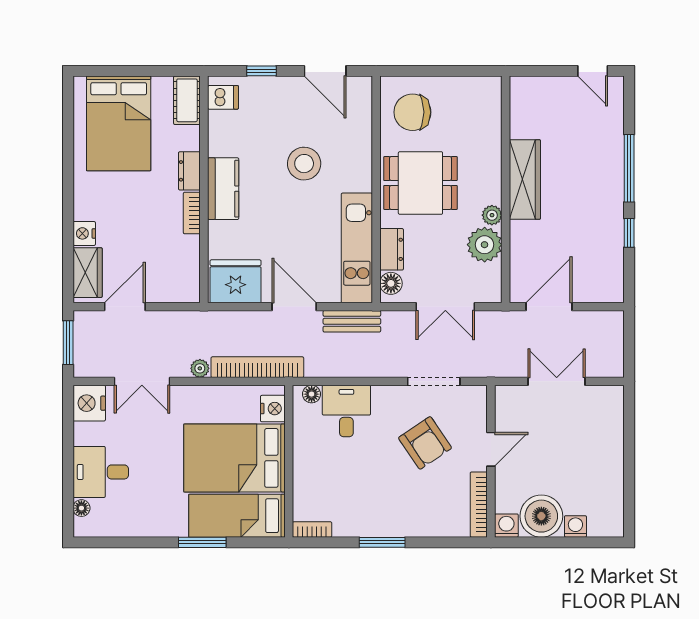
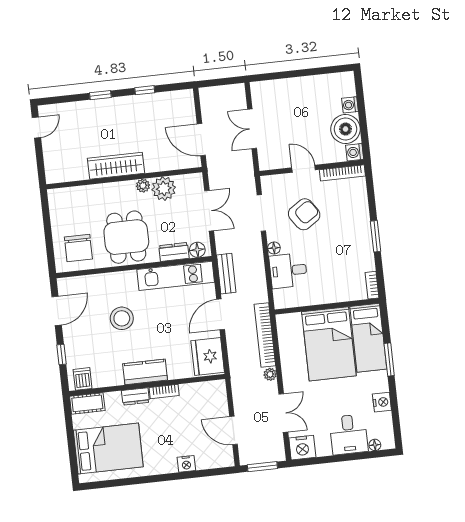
window: (629, 168) -> (100, 95), width x0.46
wardrobe: (88, 273) -> (213, 459), removed
floor lamp: (312, 394) -> (274, 248), moved
nightstand: (273, 409) -> (382, 402), moved, turned 90

